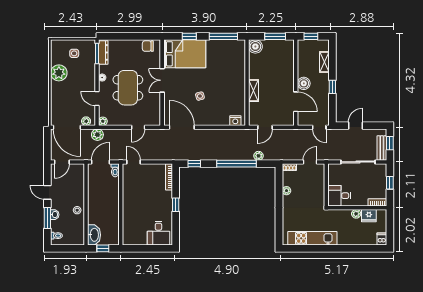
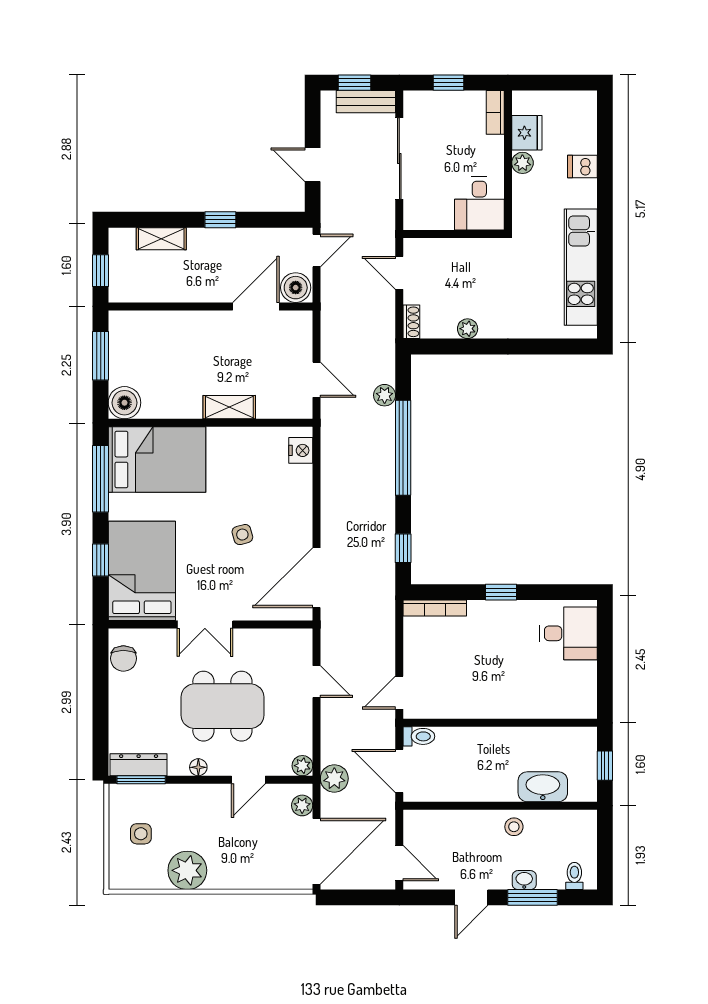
bed: (231, 60) -> (157, 460), added
boiler: (304, 83) -> (296, 288), moved
washbasin: (94, 235) -> (543, 787), moved
dishwasher: (382, 239) -> (582, 167), moved

